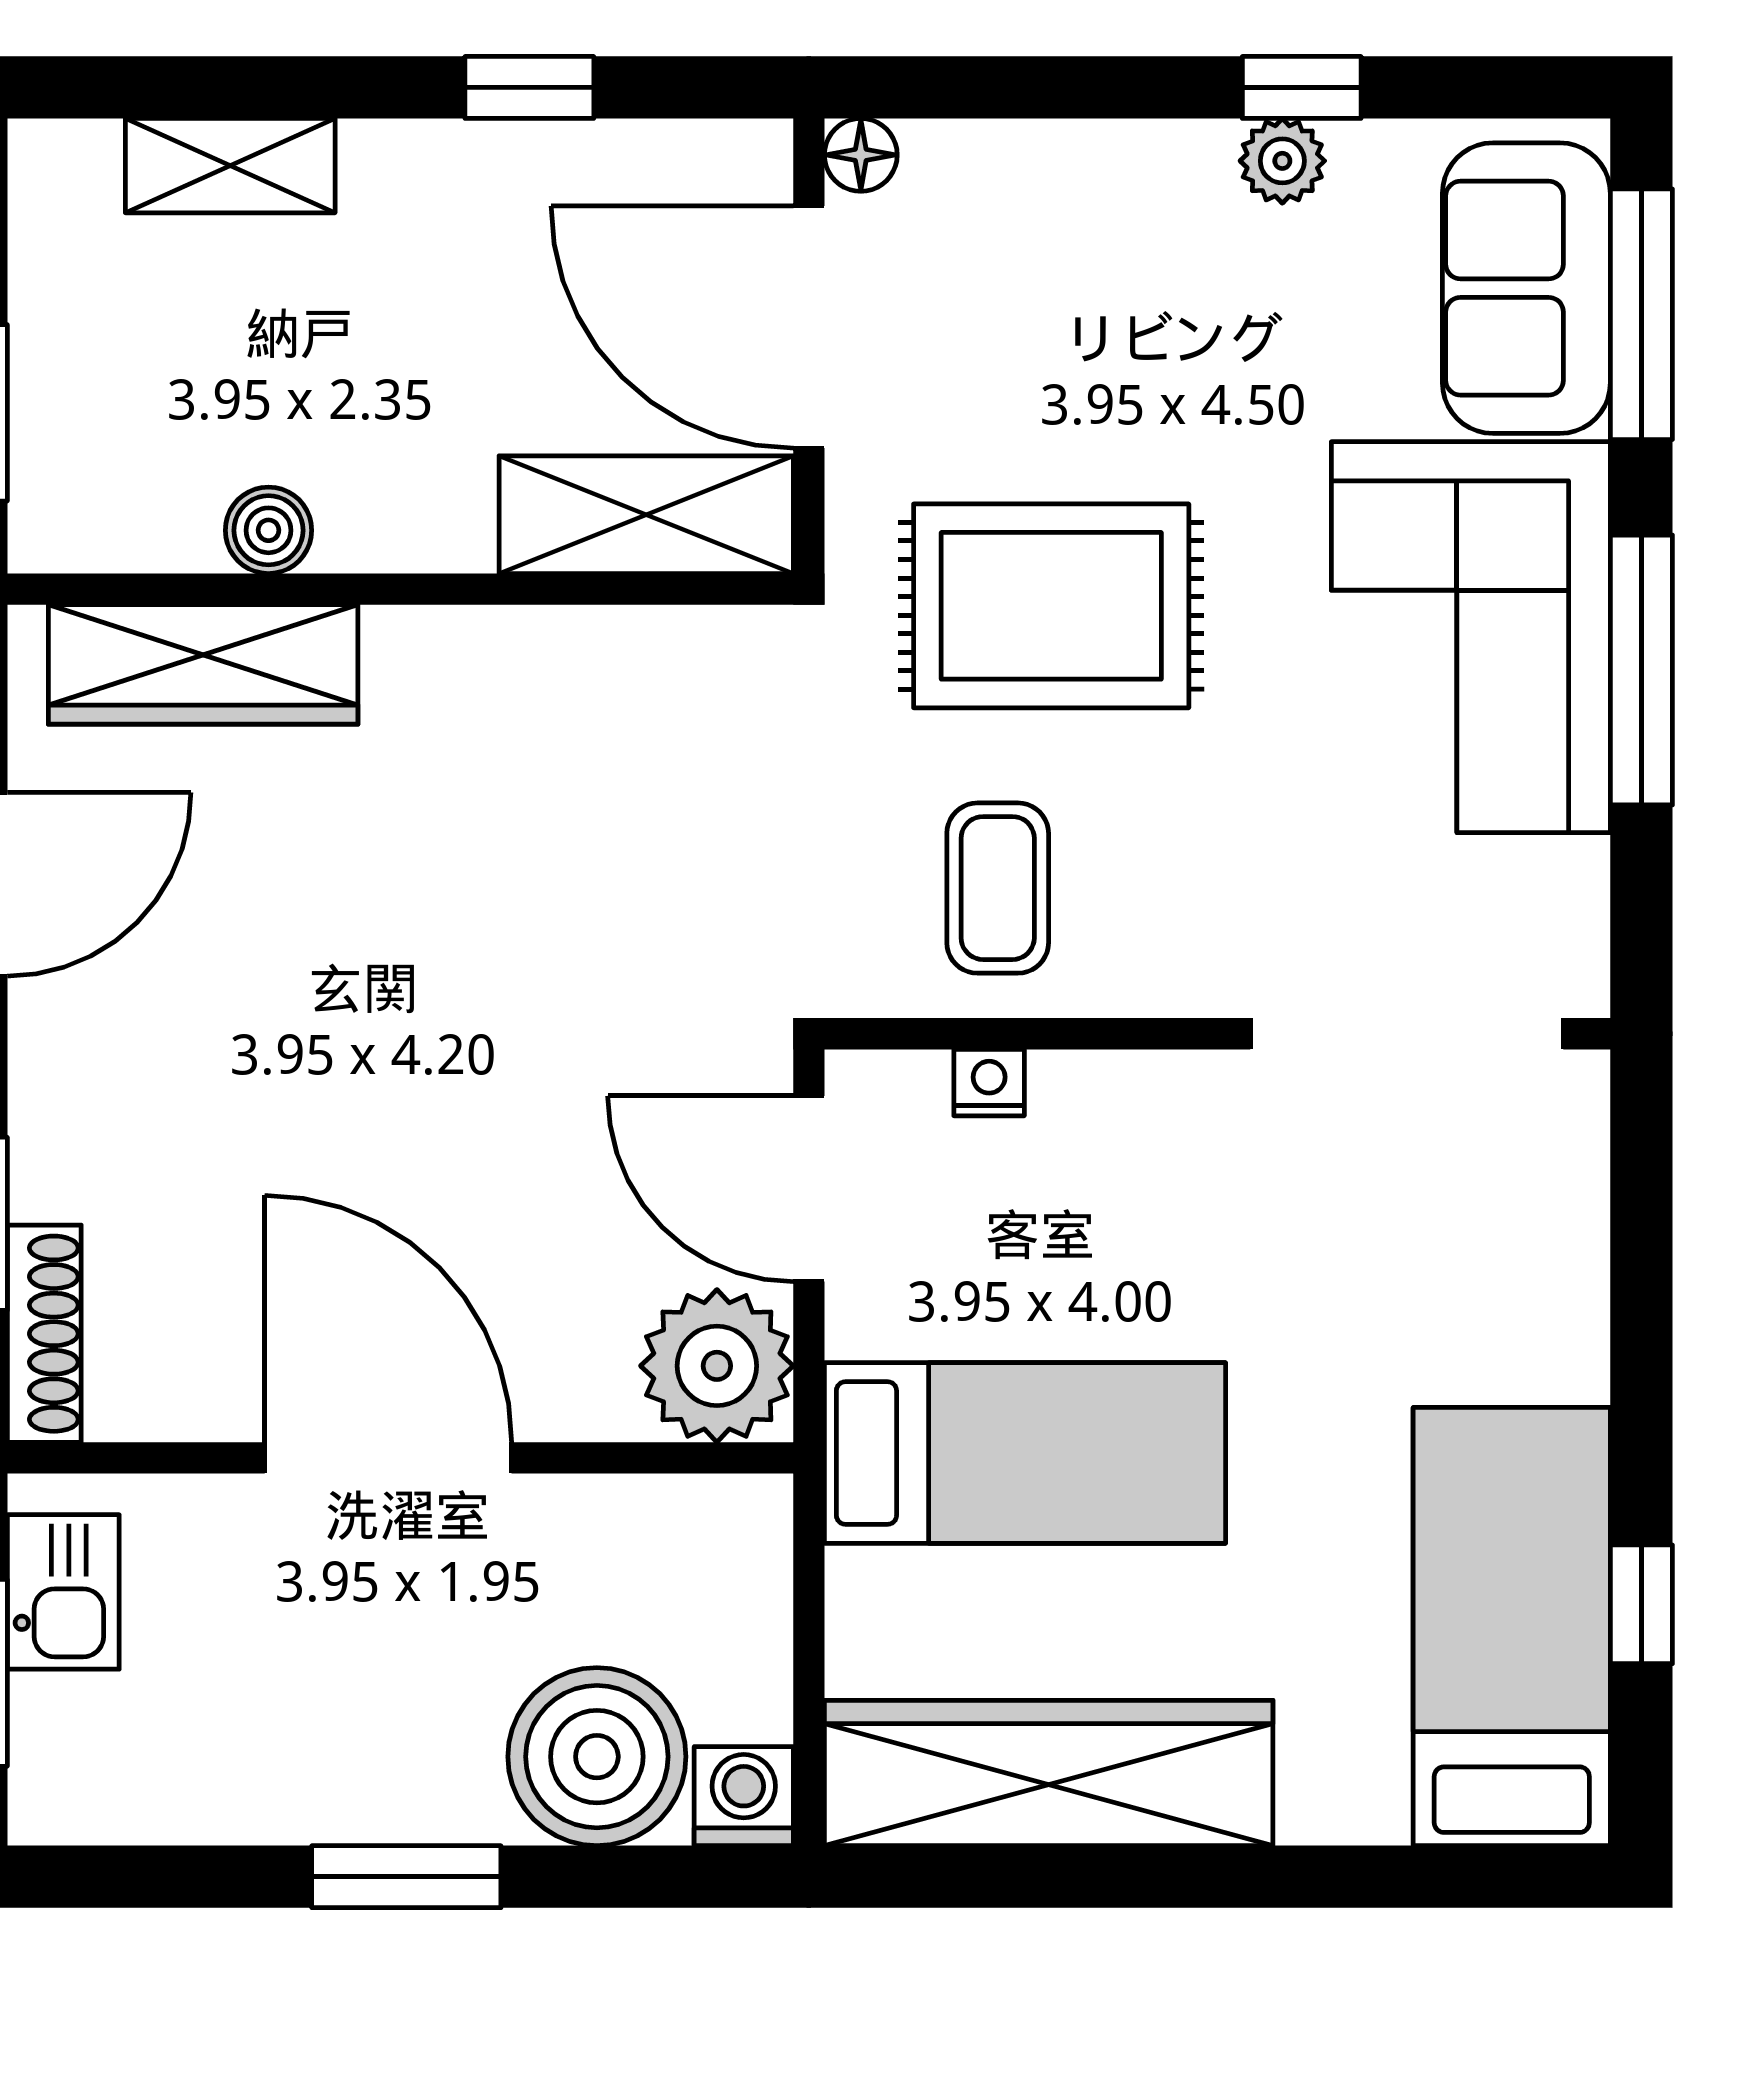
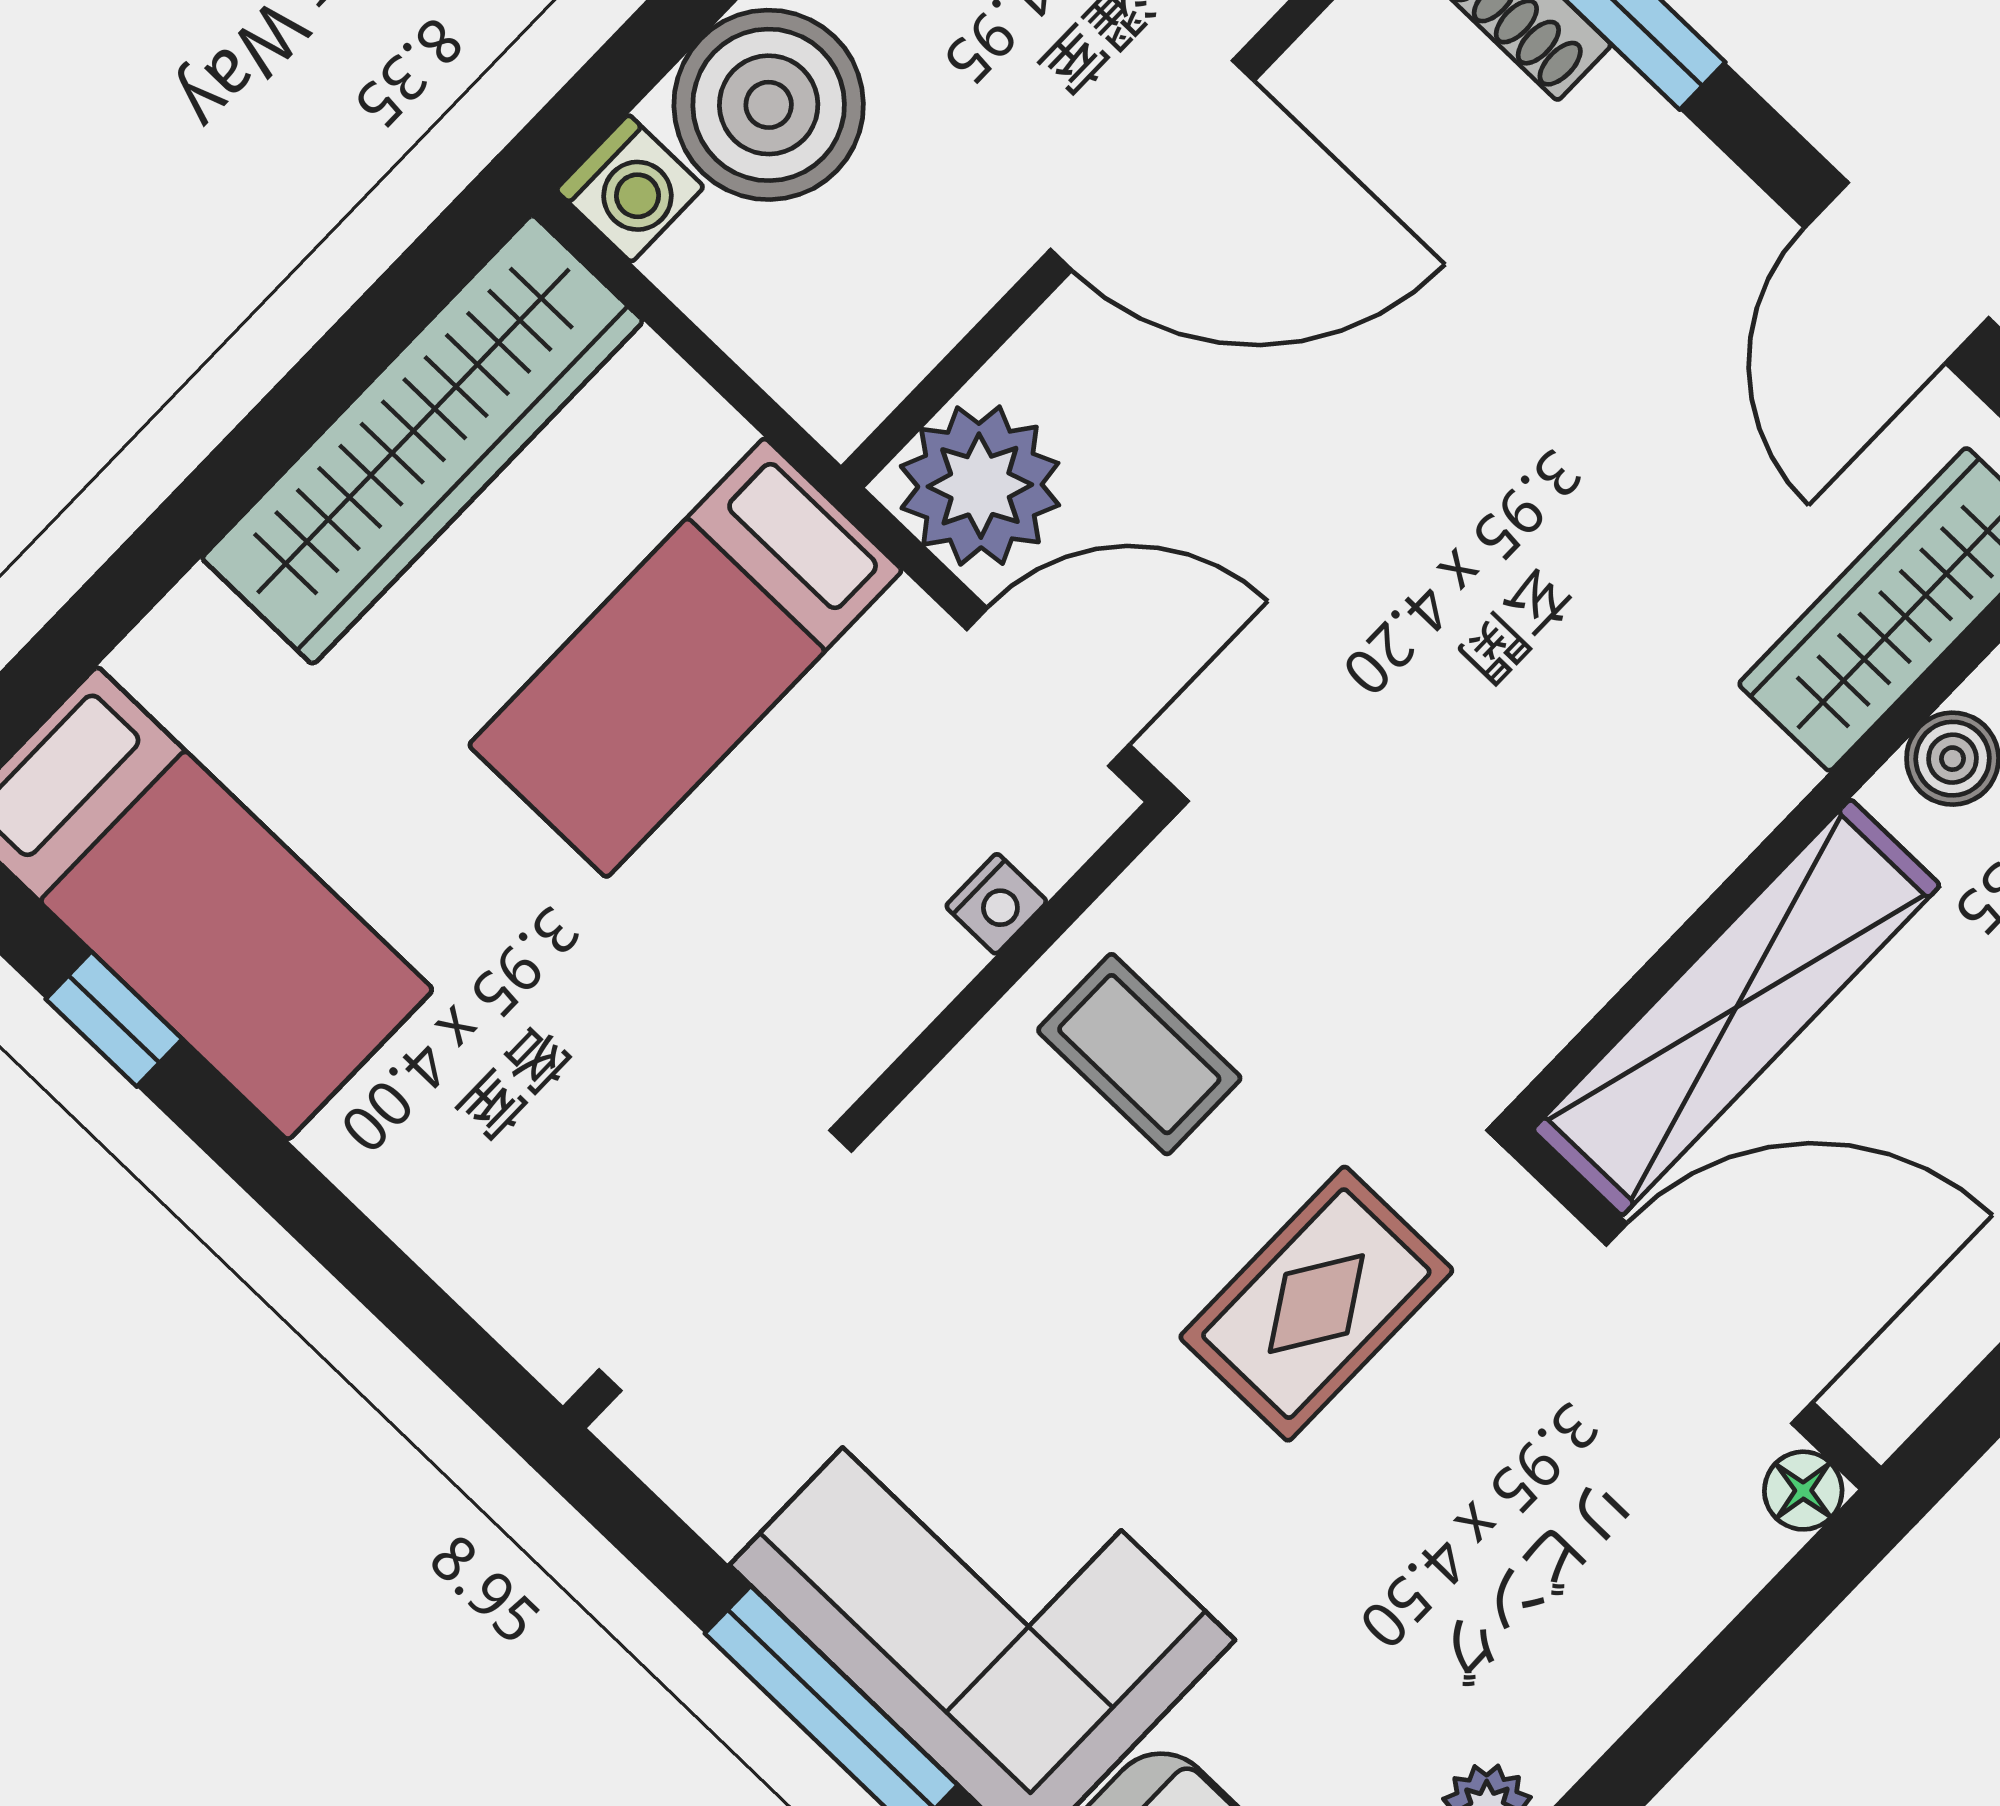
shelving: (646, 515) -> (1736, 1007), width x1.47
rug: (1051, 606) -> (1316, 1304), width x0.73, depth x0.70

